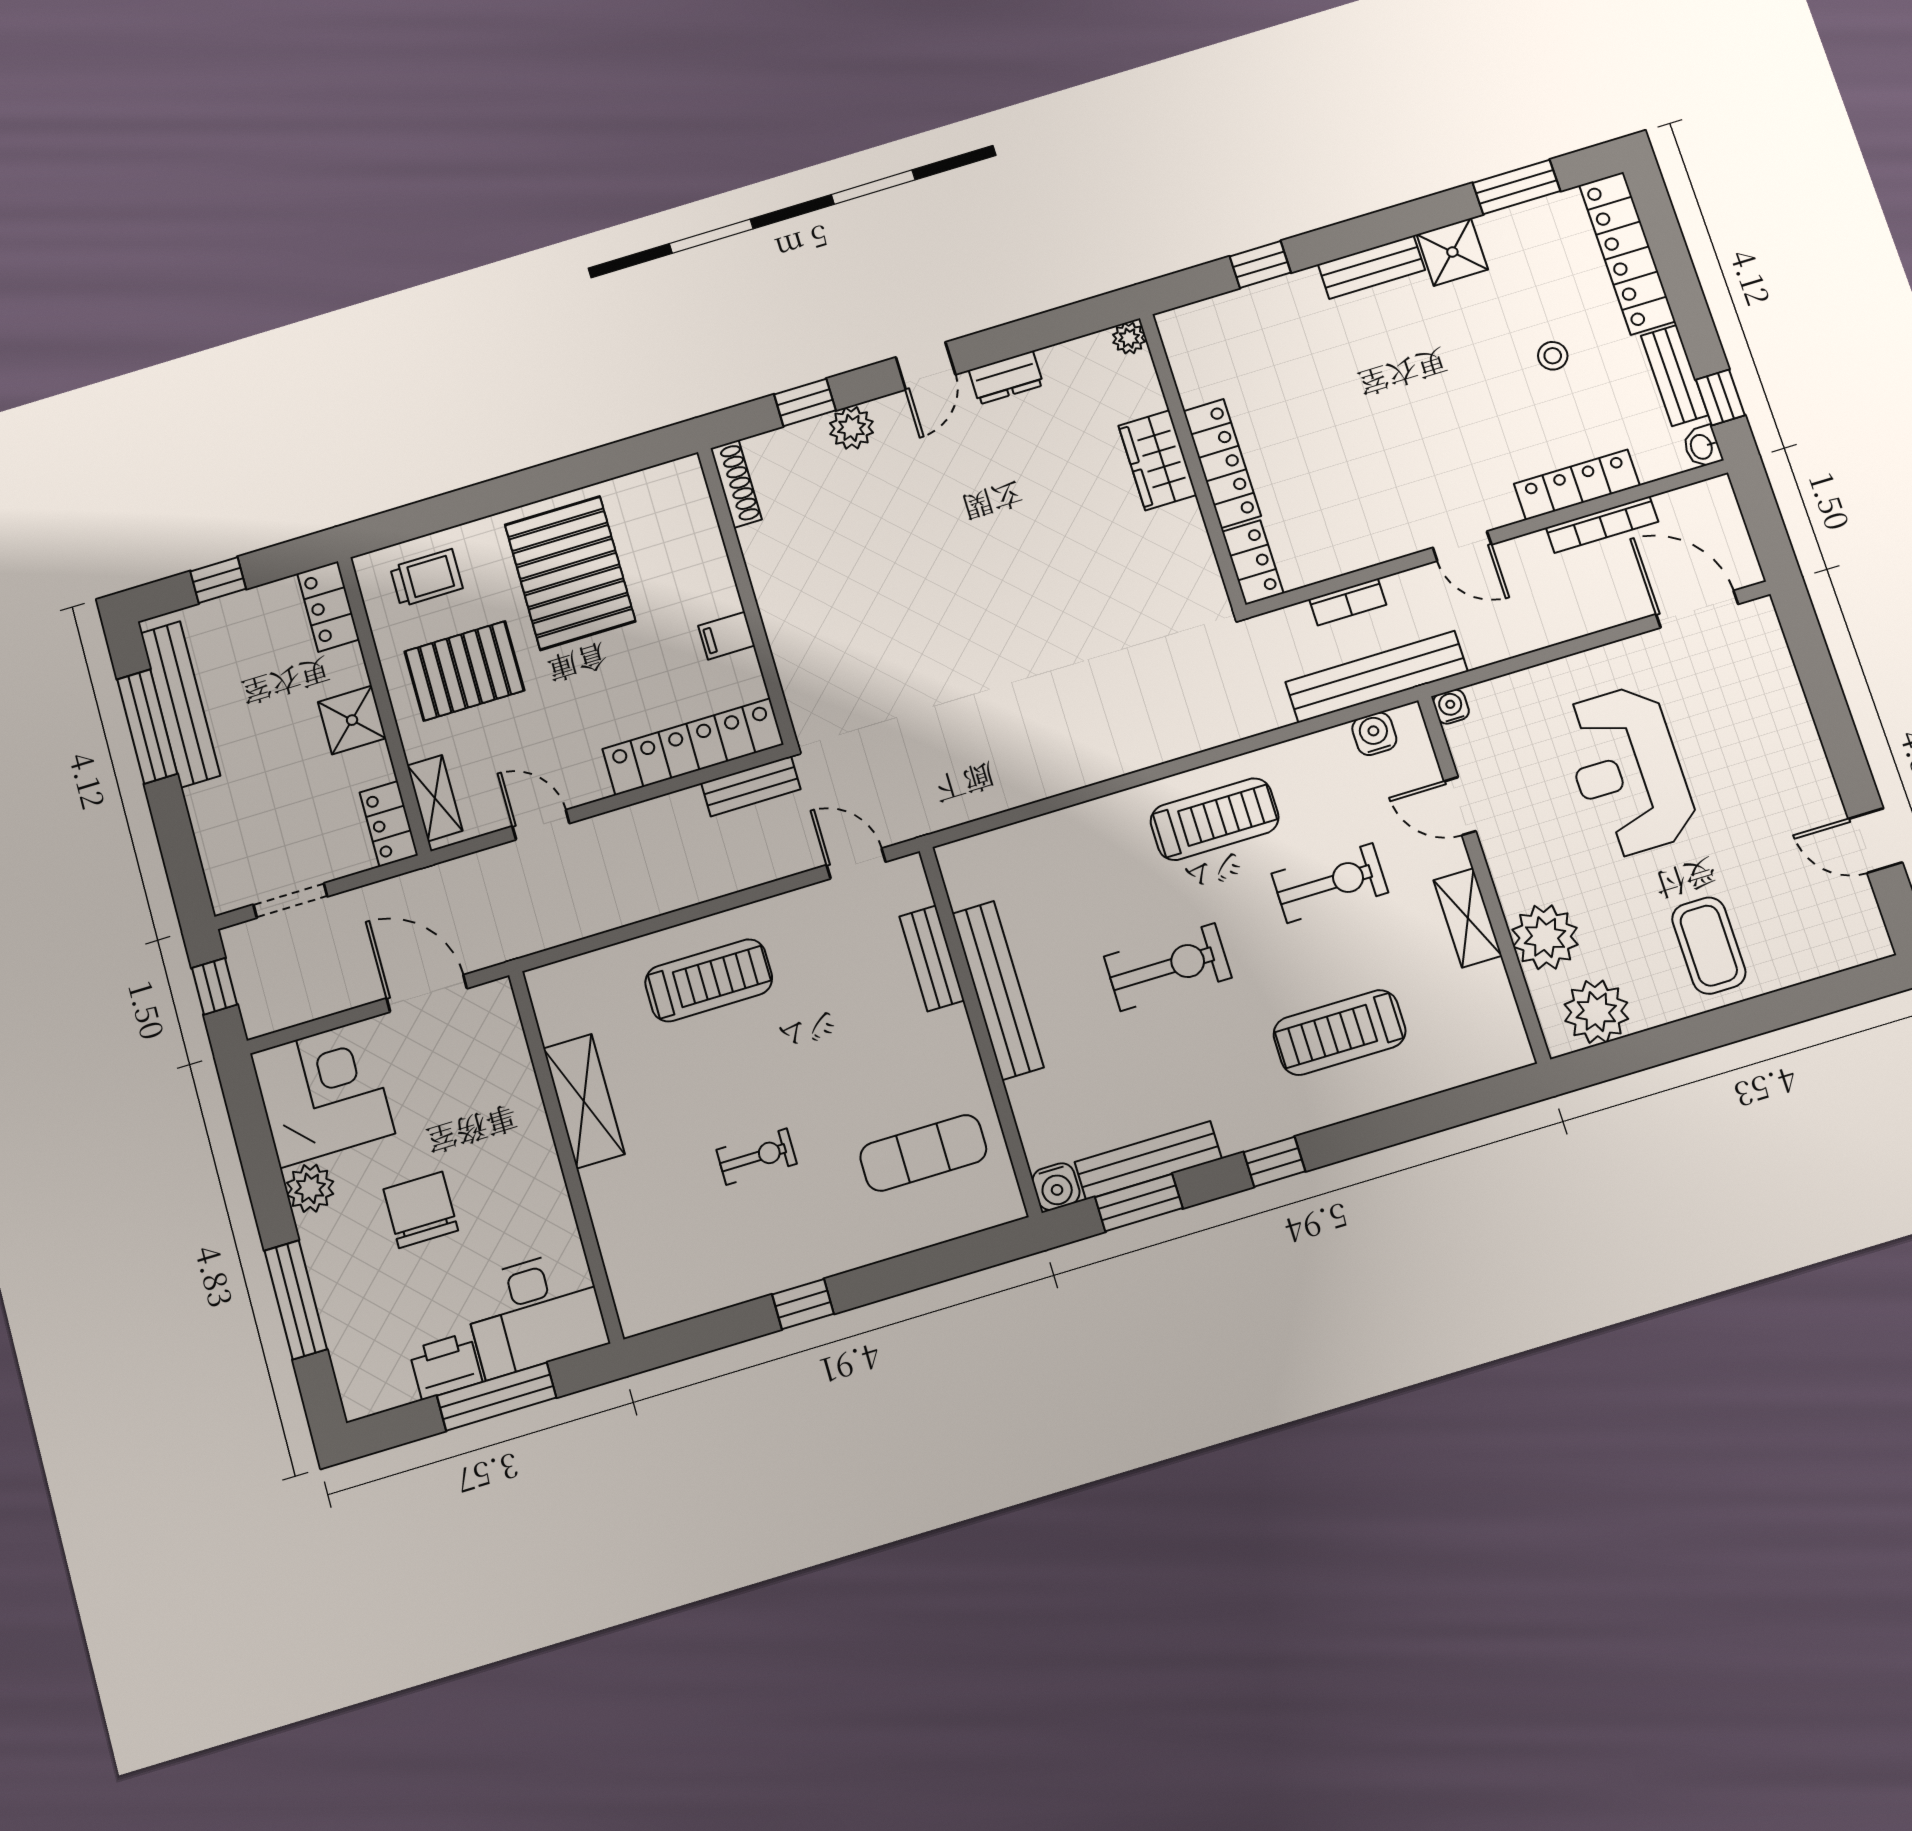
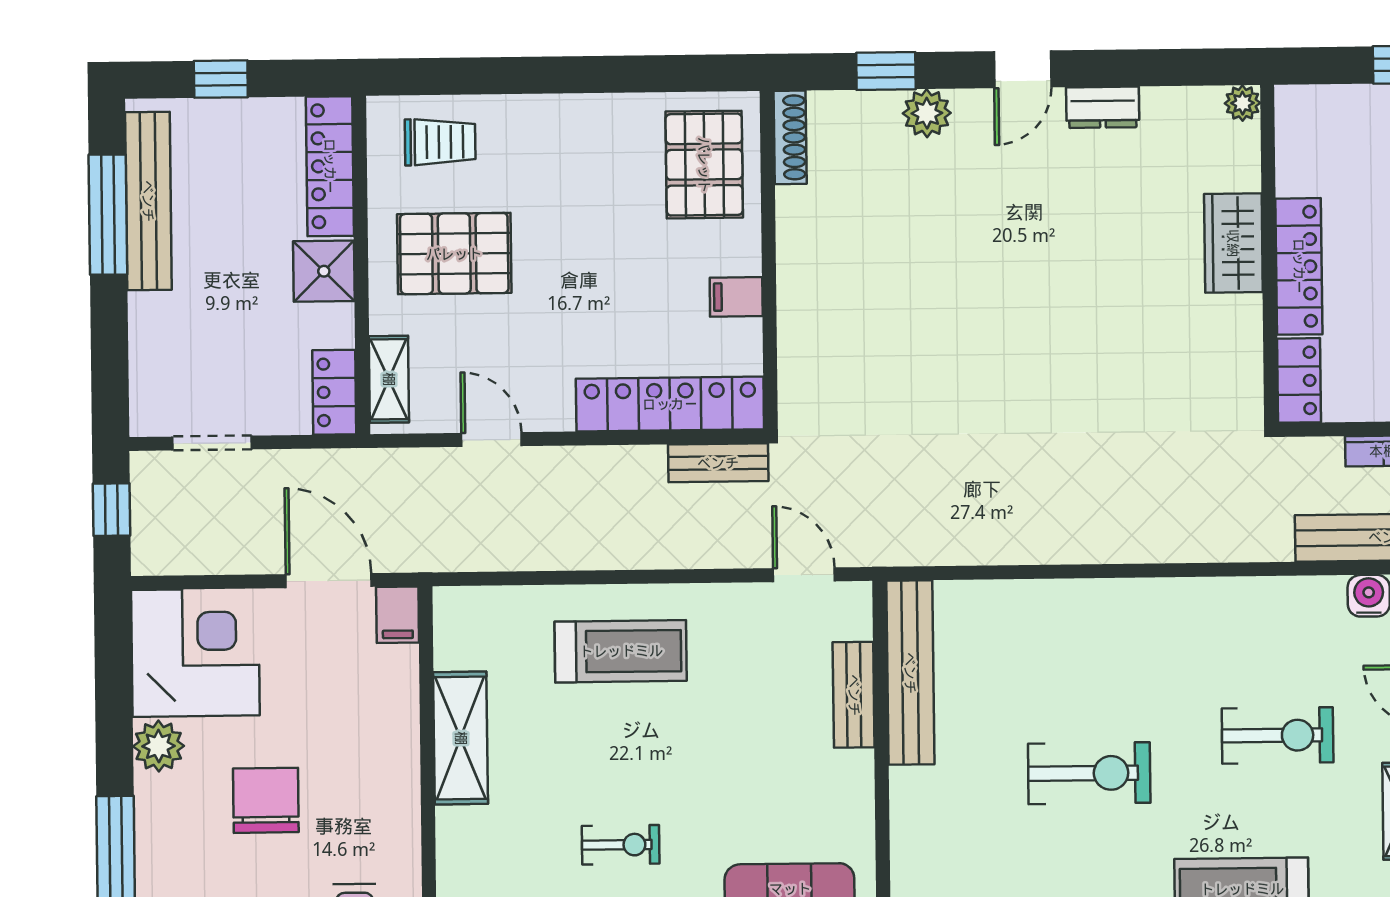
pallet: (570, 573) -> (704, 165), moved, width x0.73, depth x0.71
locker: (328, 606) -> (330, 166), width x1.53
treadmill: (1214, 819) -> (1181, 636), removed
bench: (998, 990) -> (910, 673), moved
filing cabinet: (497, 1006) -> (398, 615), added

